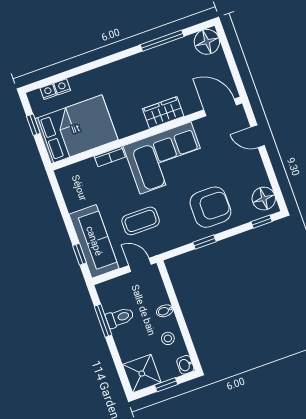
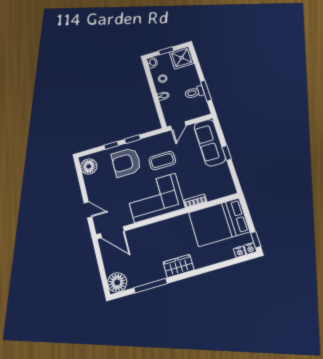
nightstand: (62, 87) -> (250, 248), moved
wardrobe: (163, 113) -> (179, 266), moved, turned 180
window: (33, 125) -> (256, 240), moved
coffee table: (141, 221) -> (162, 161), moved
window: (262, 222) -> (111, 145), moved
window: (79, 254) -> (227, 153), moved
door: (140, 265) -> (178, 126), hinge flipped

